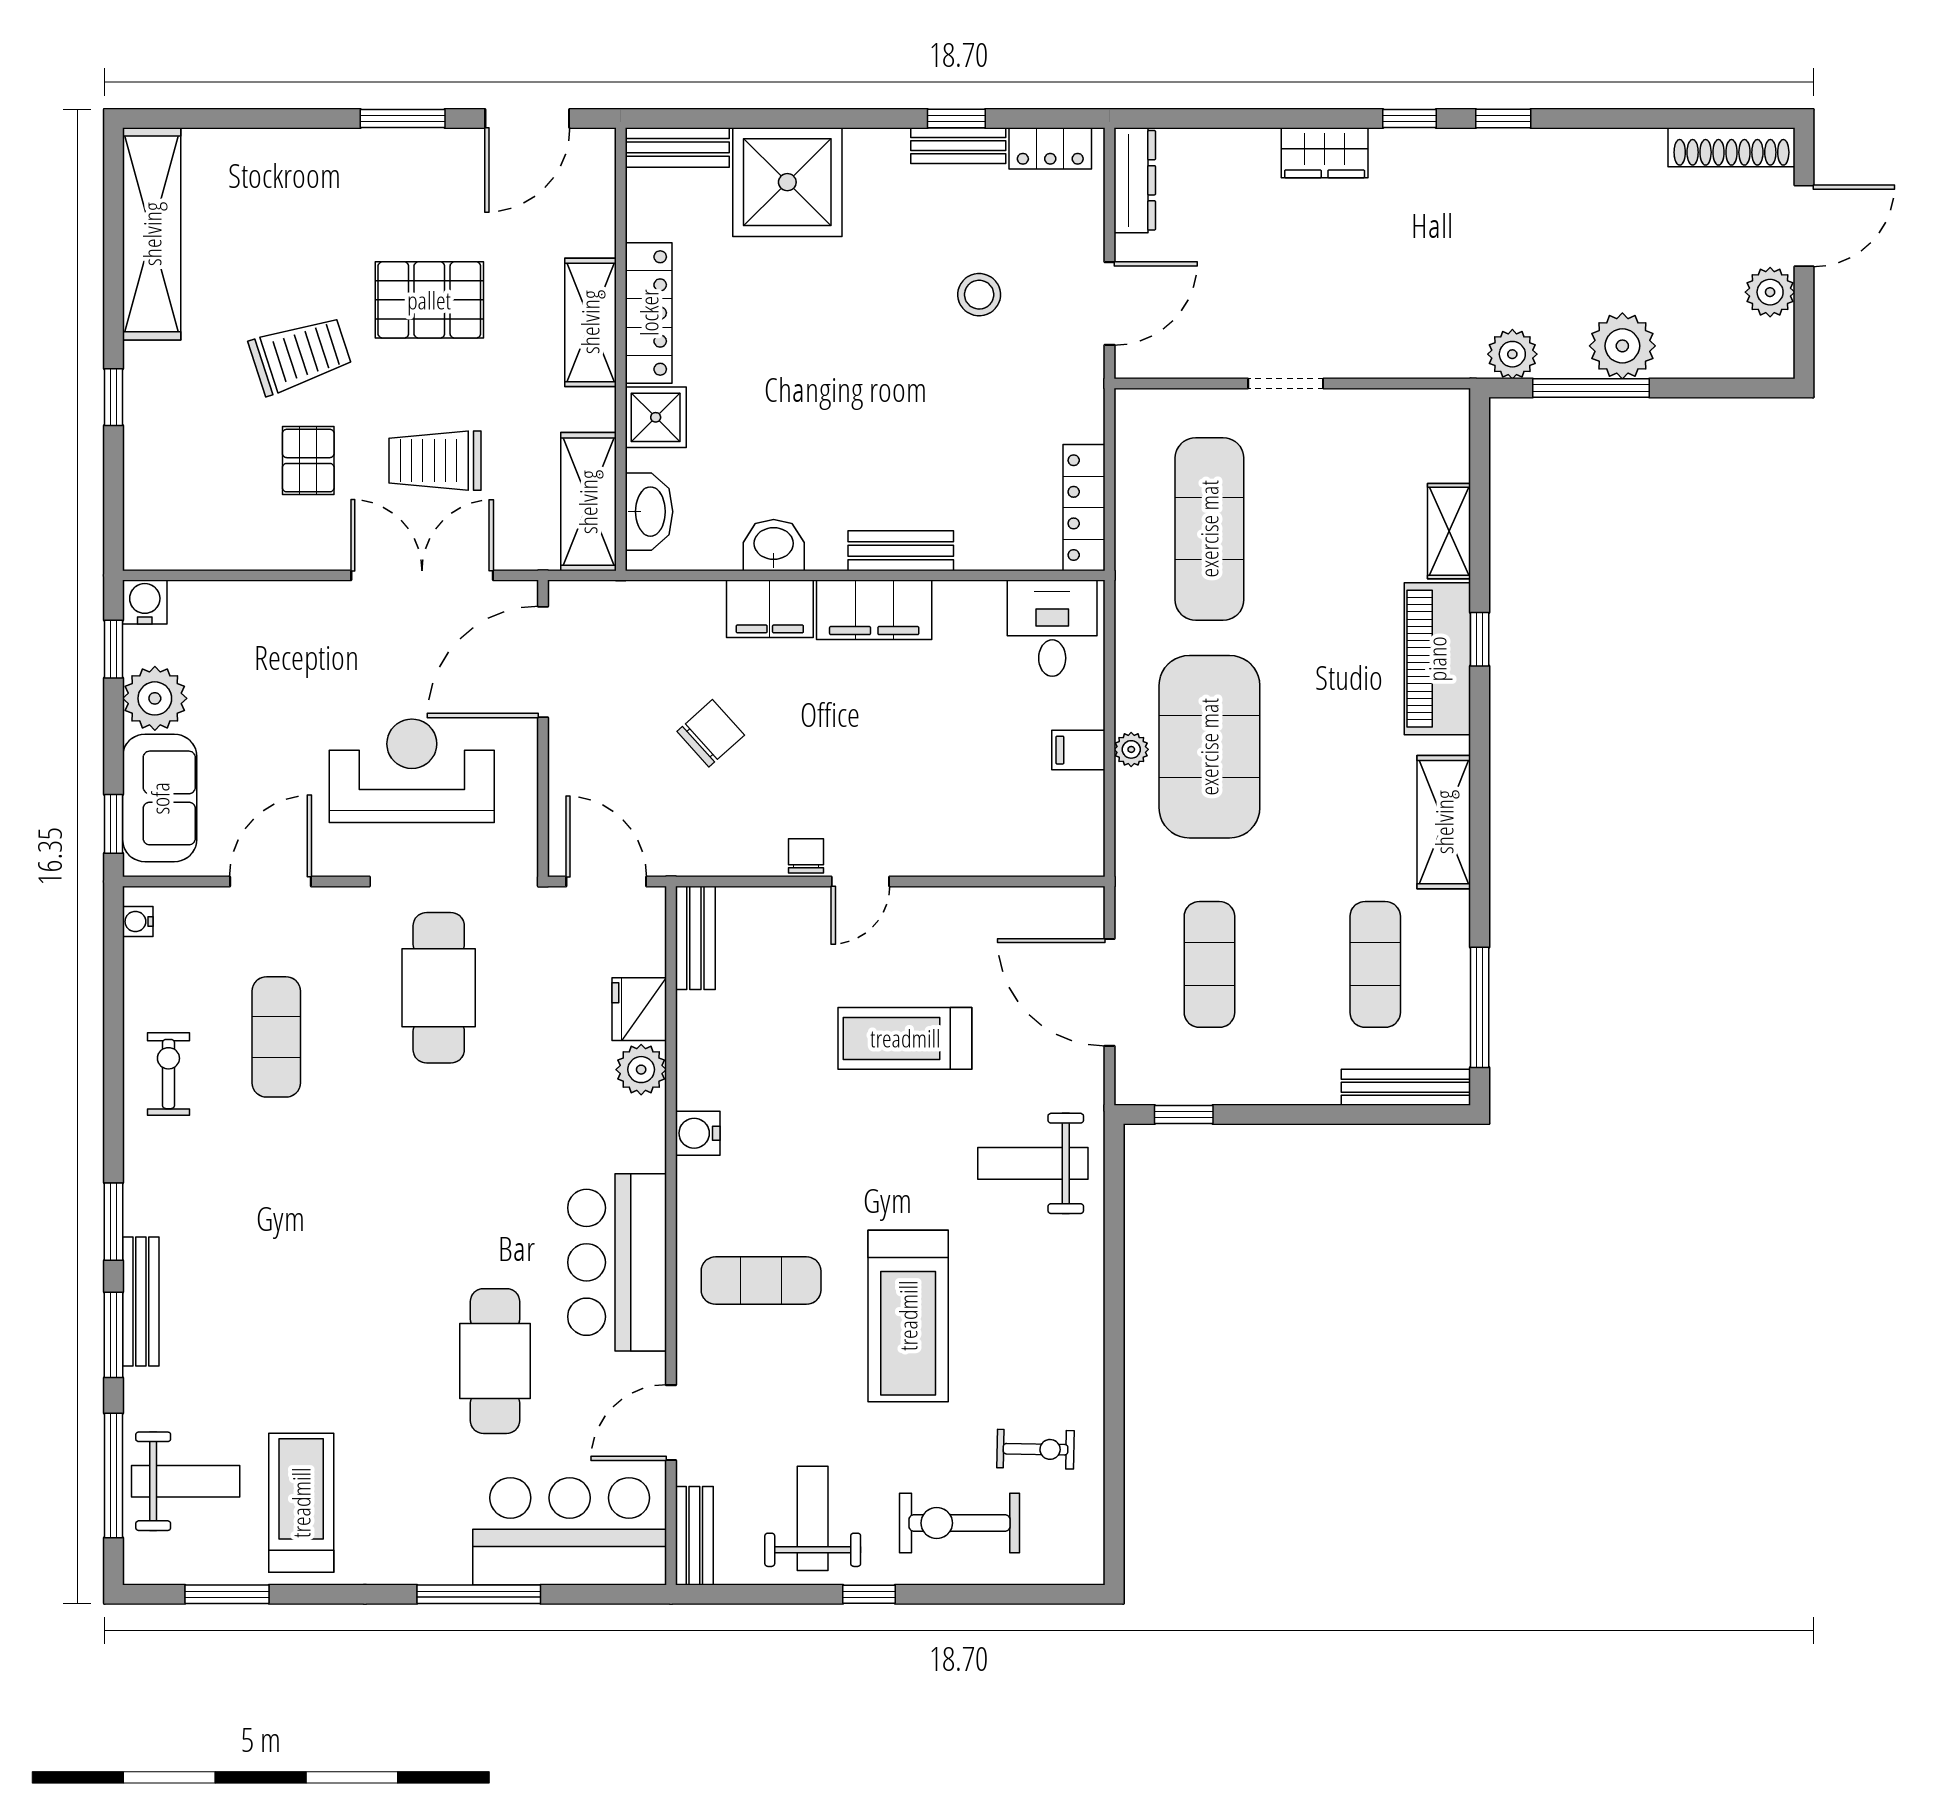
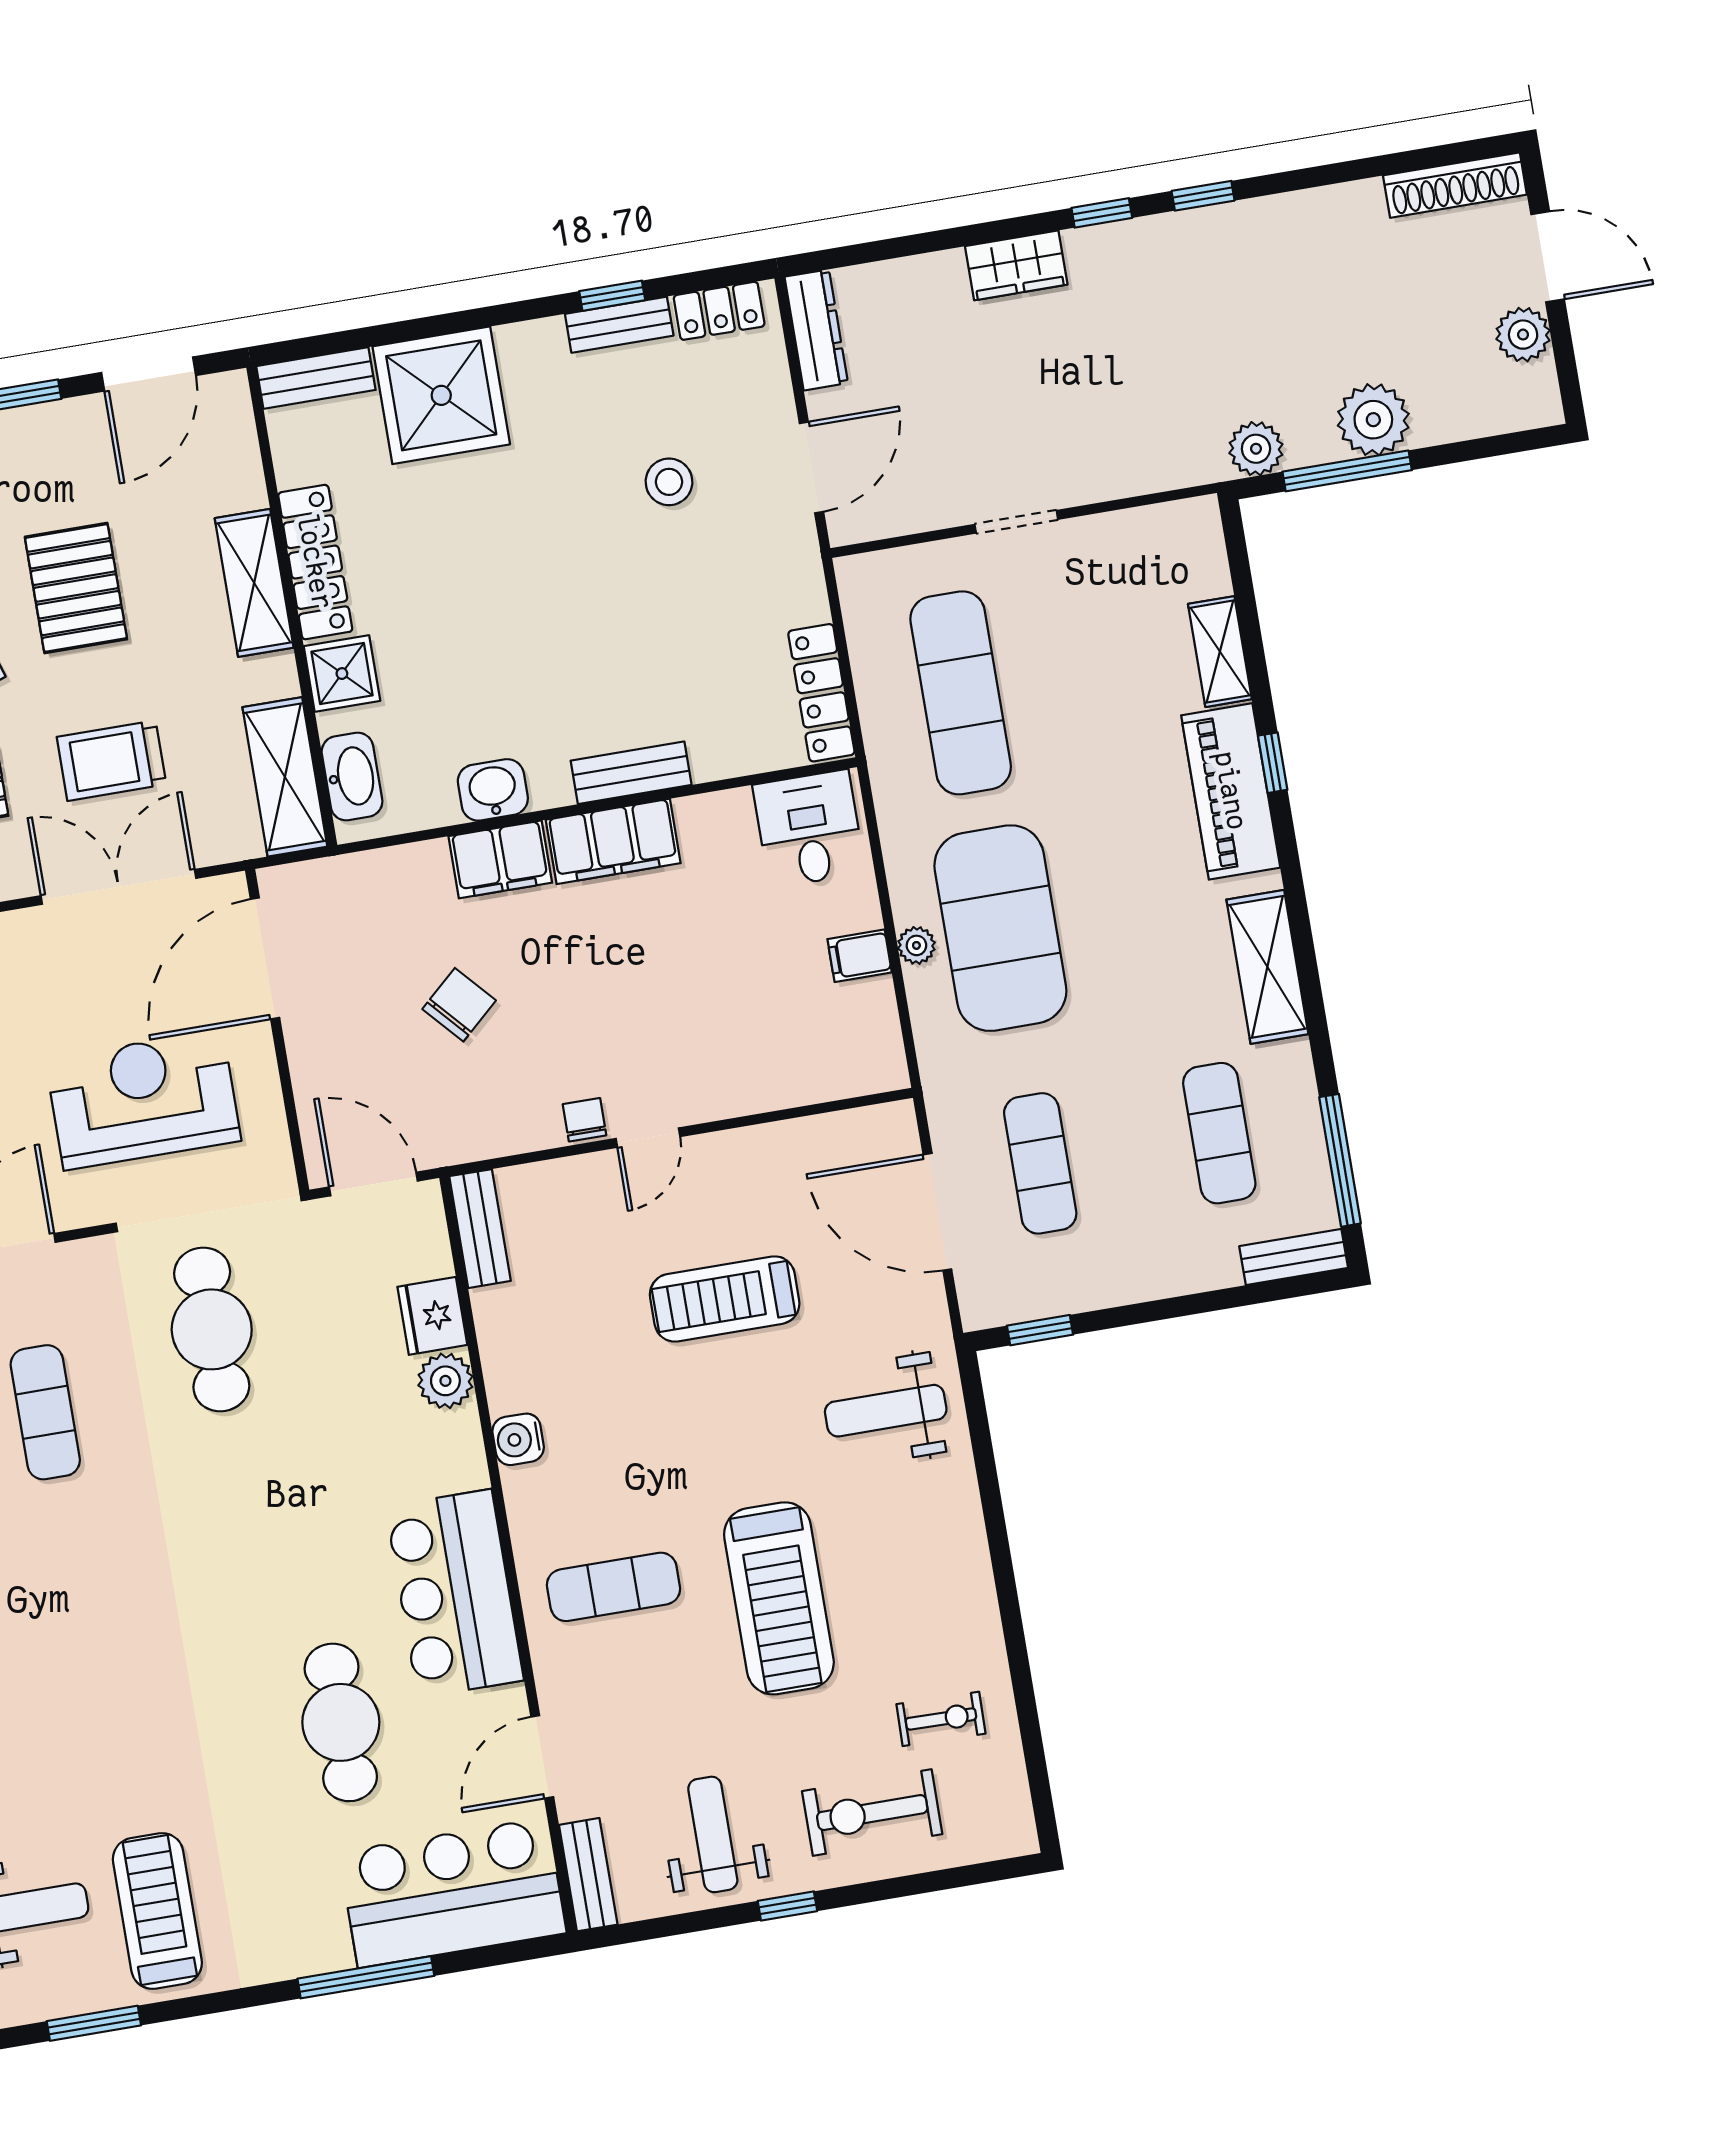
door: (1804, 226) -> (1548, 257), hinge flipped
pallet: (429, 300) -> (76, 588), turned 90
bench: (1406, 1087) -> (1294, 1257), width x0.73

